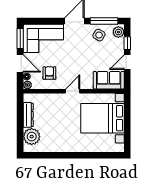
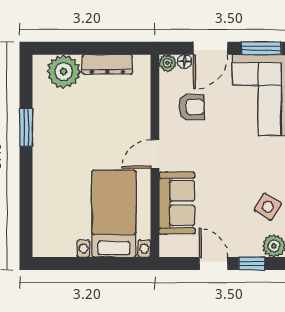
sofa: (109, 80) -> (177, 203), moved
door: (73, 91) -> (155, 154), swing flipped
bed with nightstands: (102, 118) -> (114, 214), width x0.73
window: (60, 155) -> (26, 128), added

